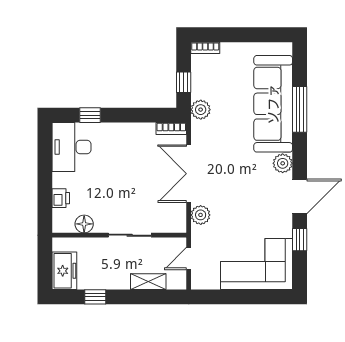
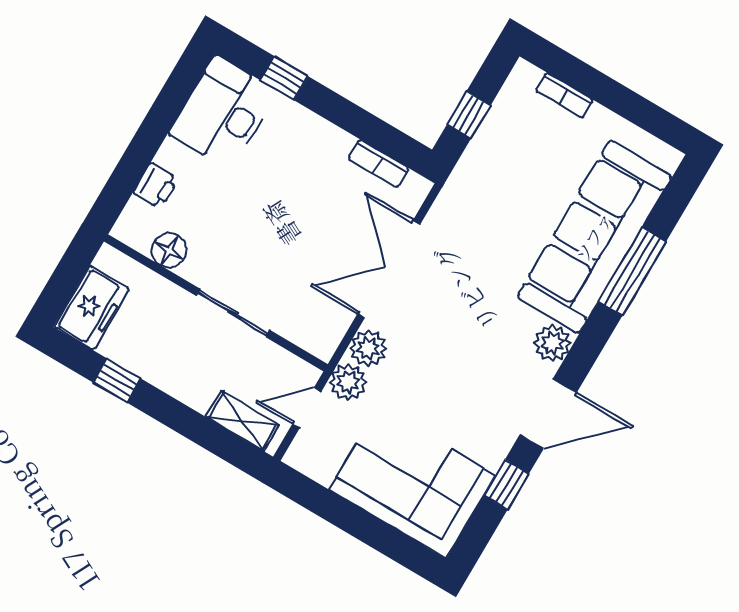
bookcase: (205, 48) -> (564, 95), moved
plant: (201, 110) -> (348, 382), moved
bookcase: (171, 128) -> (379, 164), moved
shelving: (148, 282) -> (243, 421), moved

